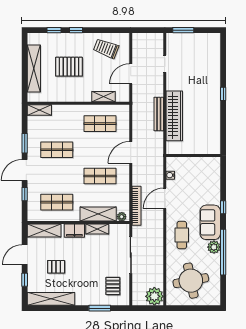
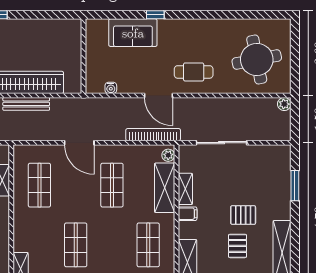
door: (165, 198) -> (158, 95), moved
sofa: (210, 222) -> (133, 33), moved
filing cabinet: (74, 231) -> (188, 214), width x0.50
plant: (214, 247) -> (210, 28), removed
window: (223, 252) -> (217, 15), removed
pallet: (113, 286) -> (243, 215), moved
plant: (154, 296) -> (284, 104), width x0.53, depth x0.53

